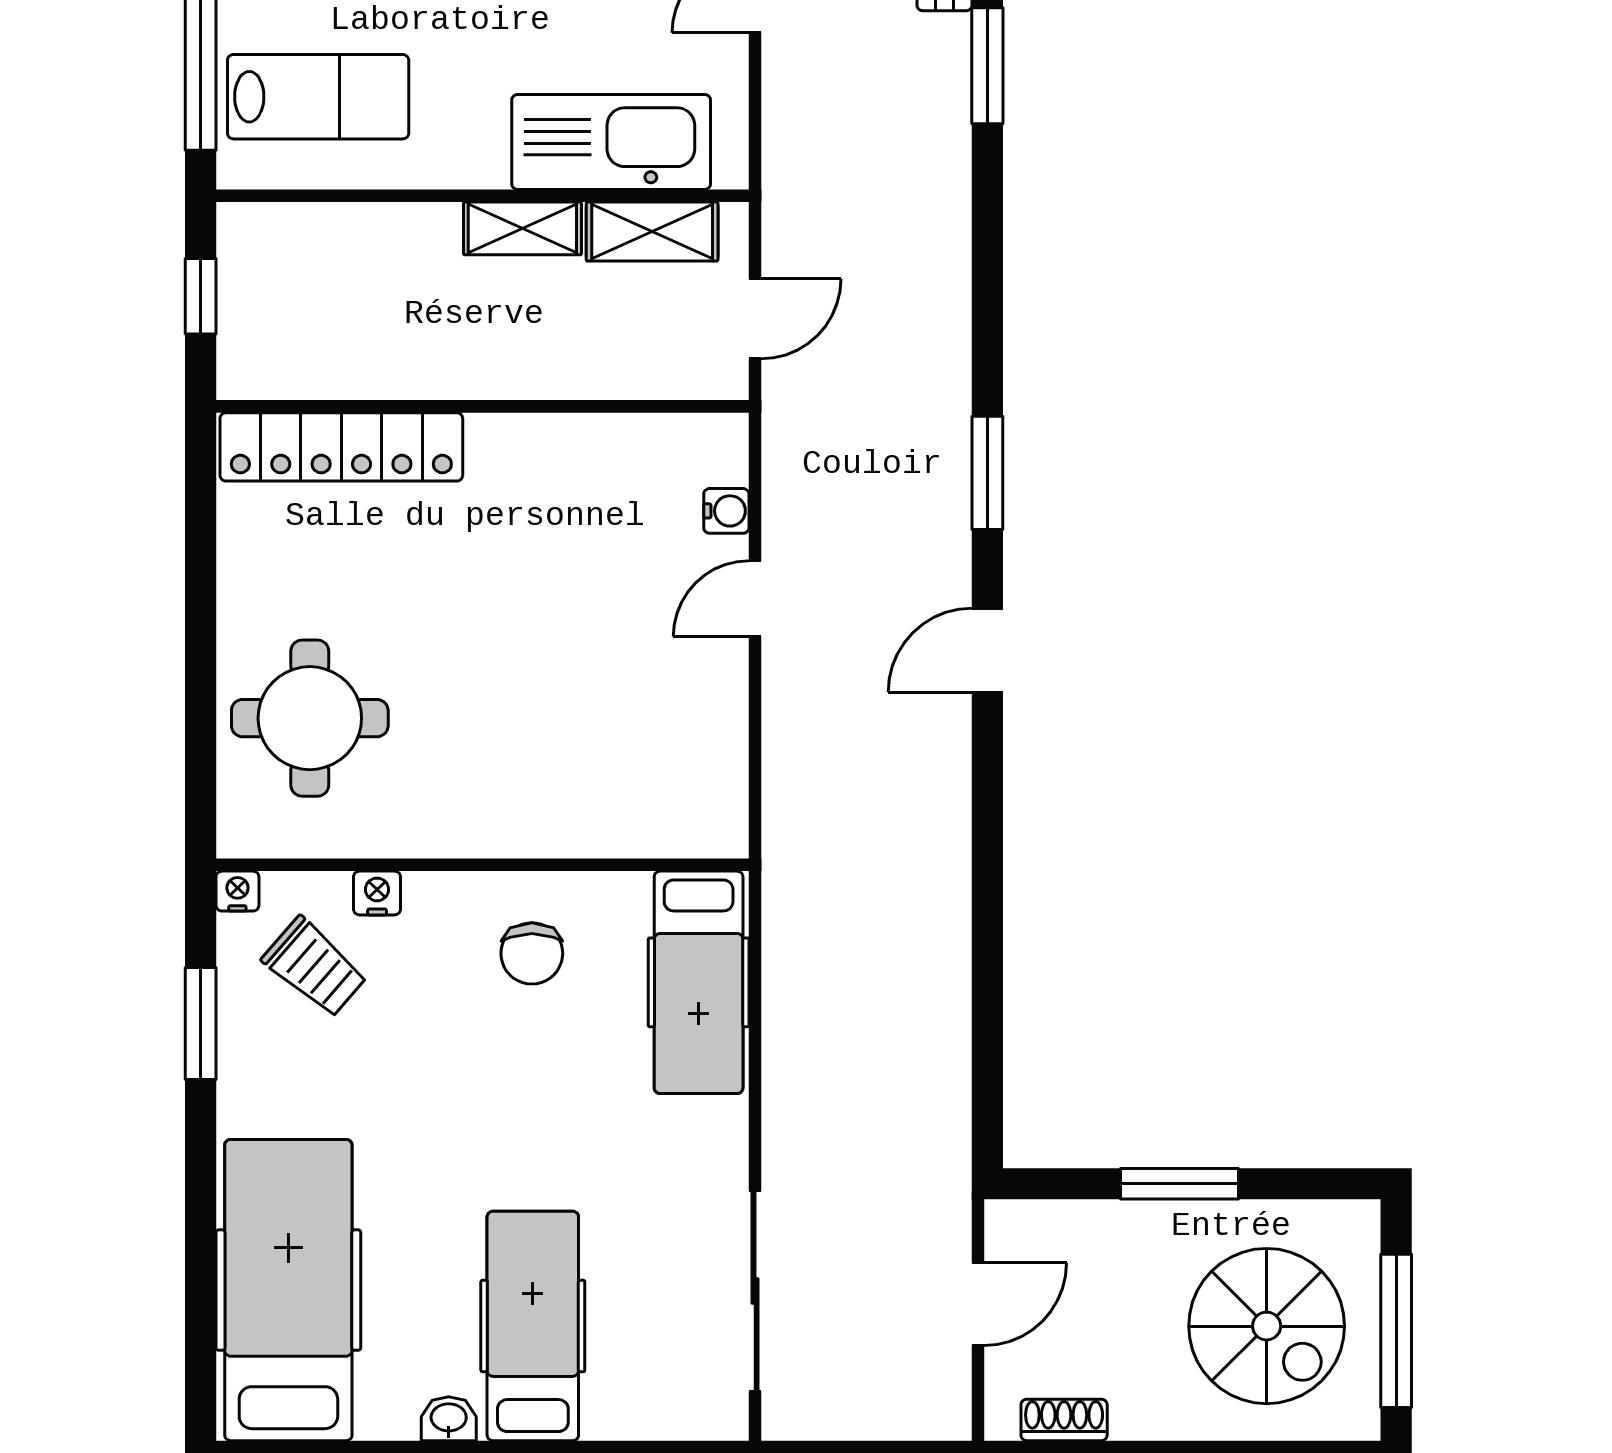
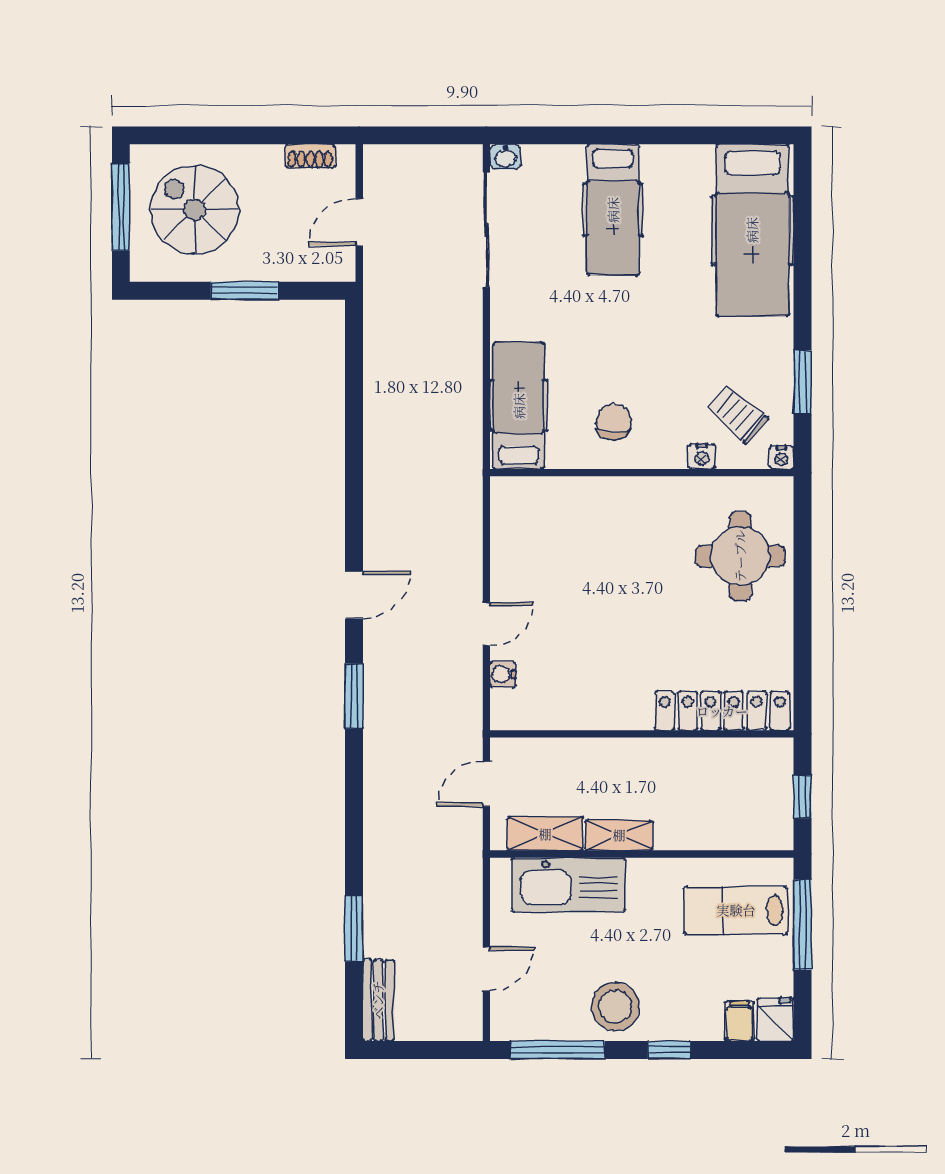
washbasin: (449, 1419) -> (505, 157), moved

